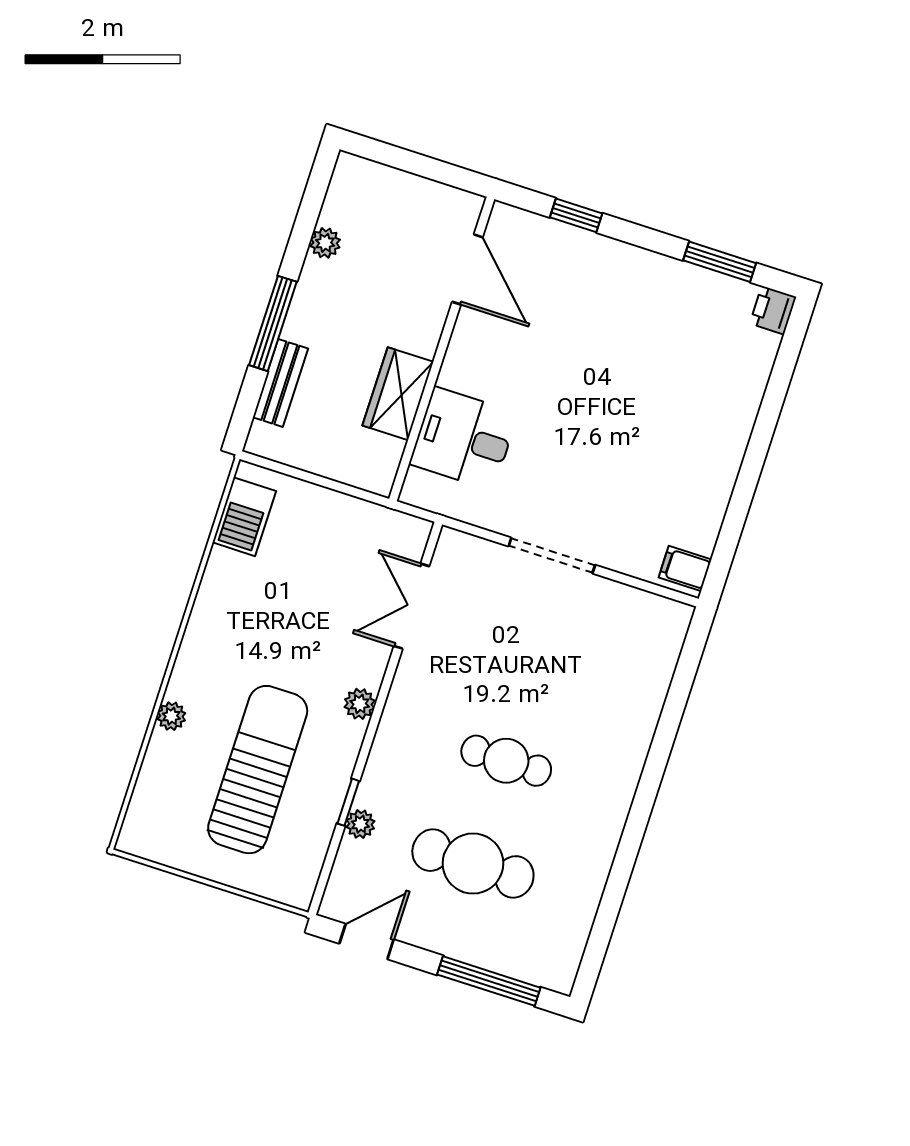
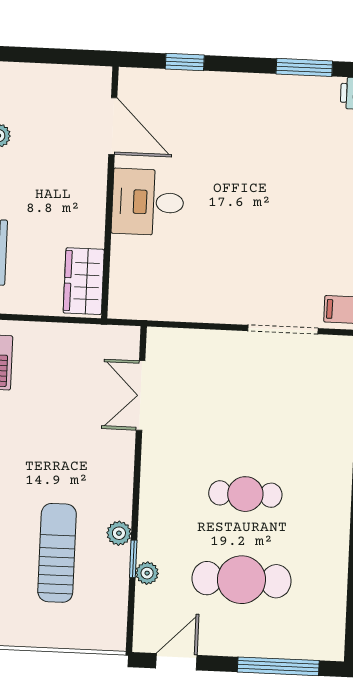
wardrobe: (398, 394) -> (84, 281), moved
desk: (464, 439) -> (148, 202), moved
doorway: (552, 556) -> (283, 330), moved
plant: (360, 704) -> (119, 533), moved
sun lounger: (258, 770) -> (57, 553), width x0.73, depth x0.75

